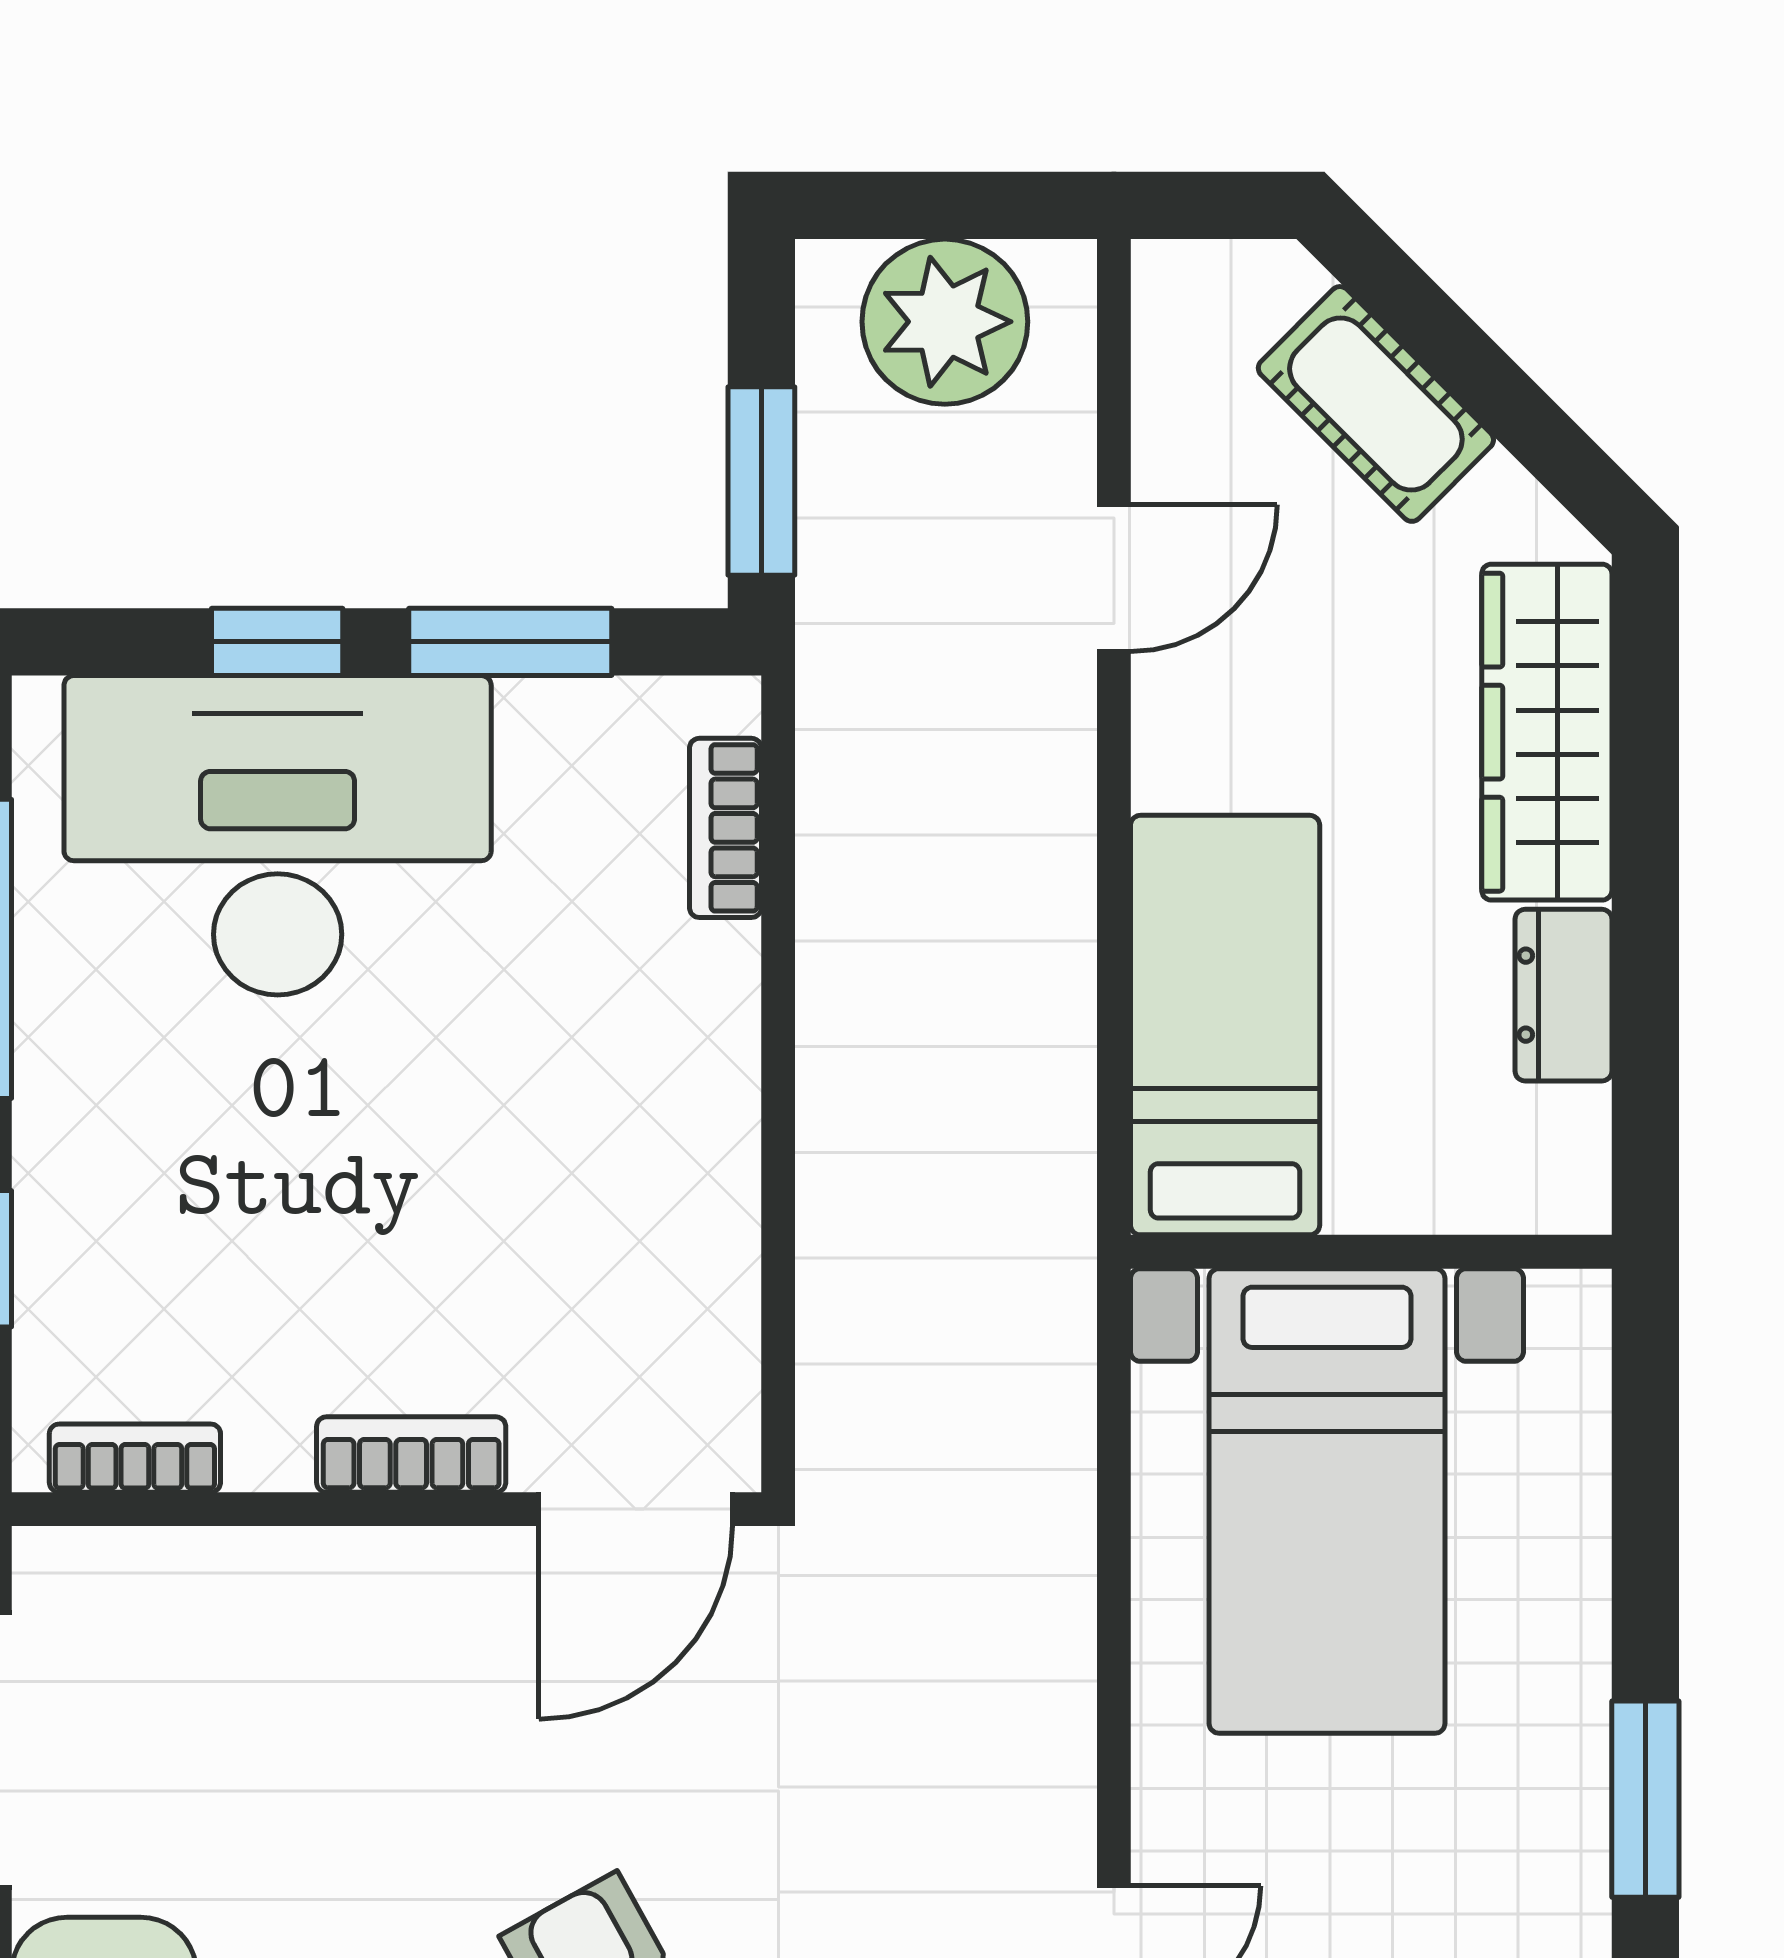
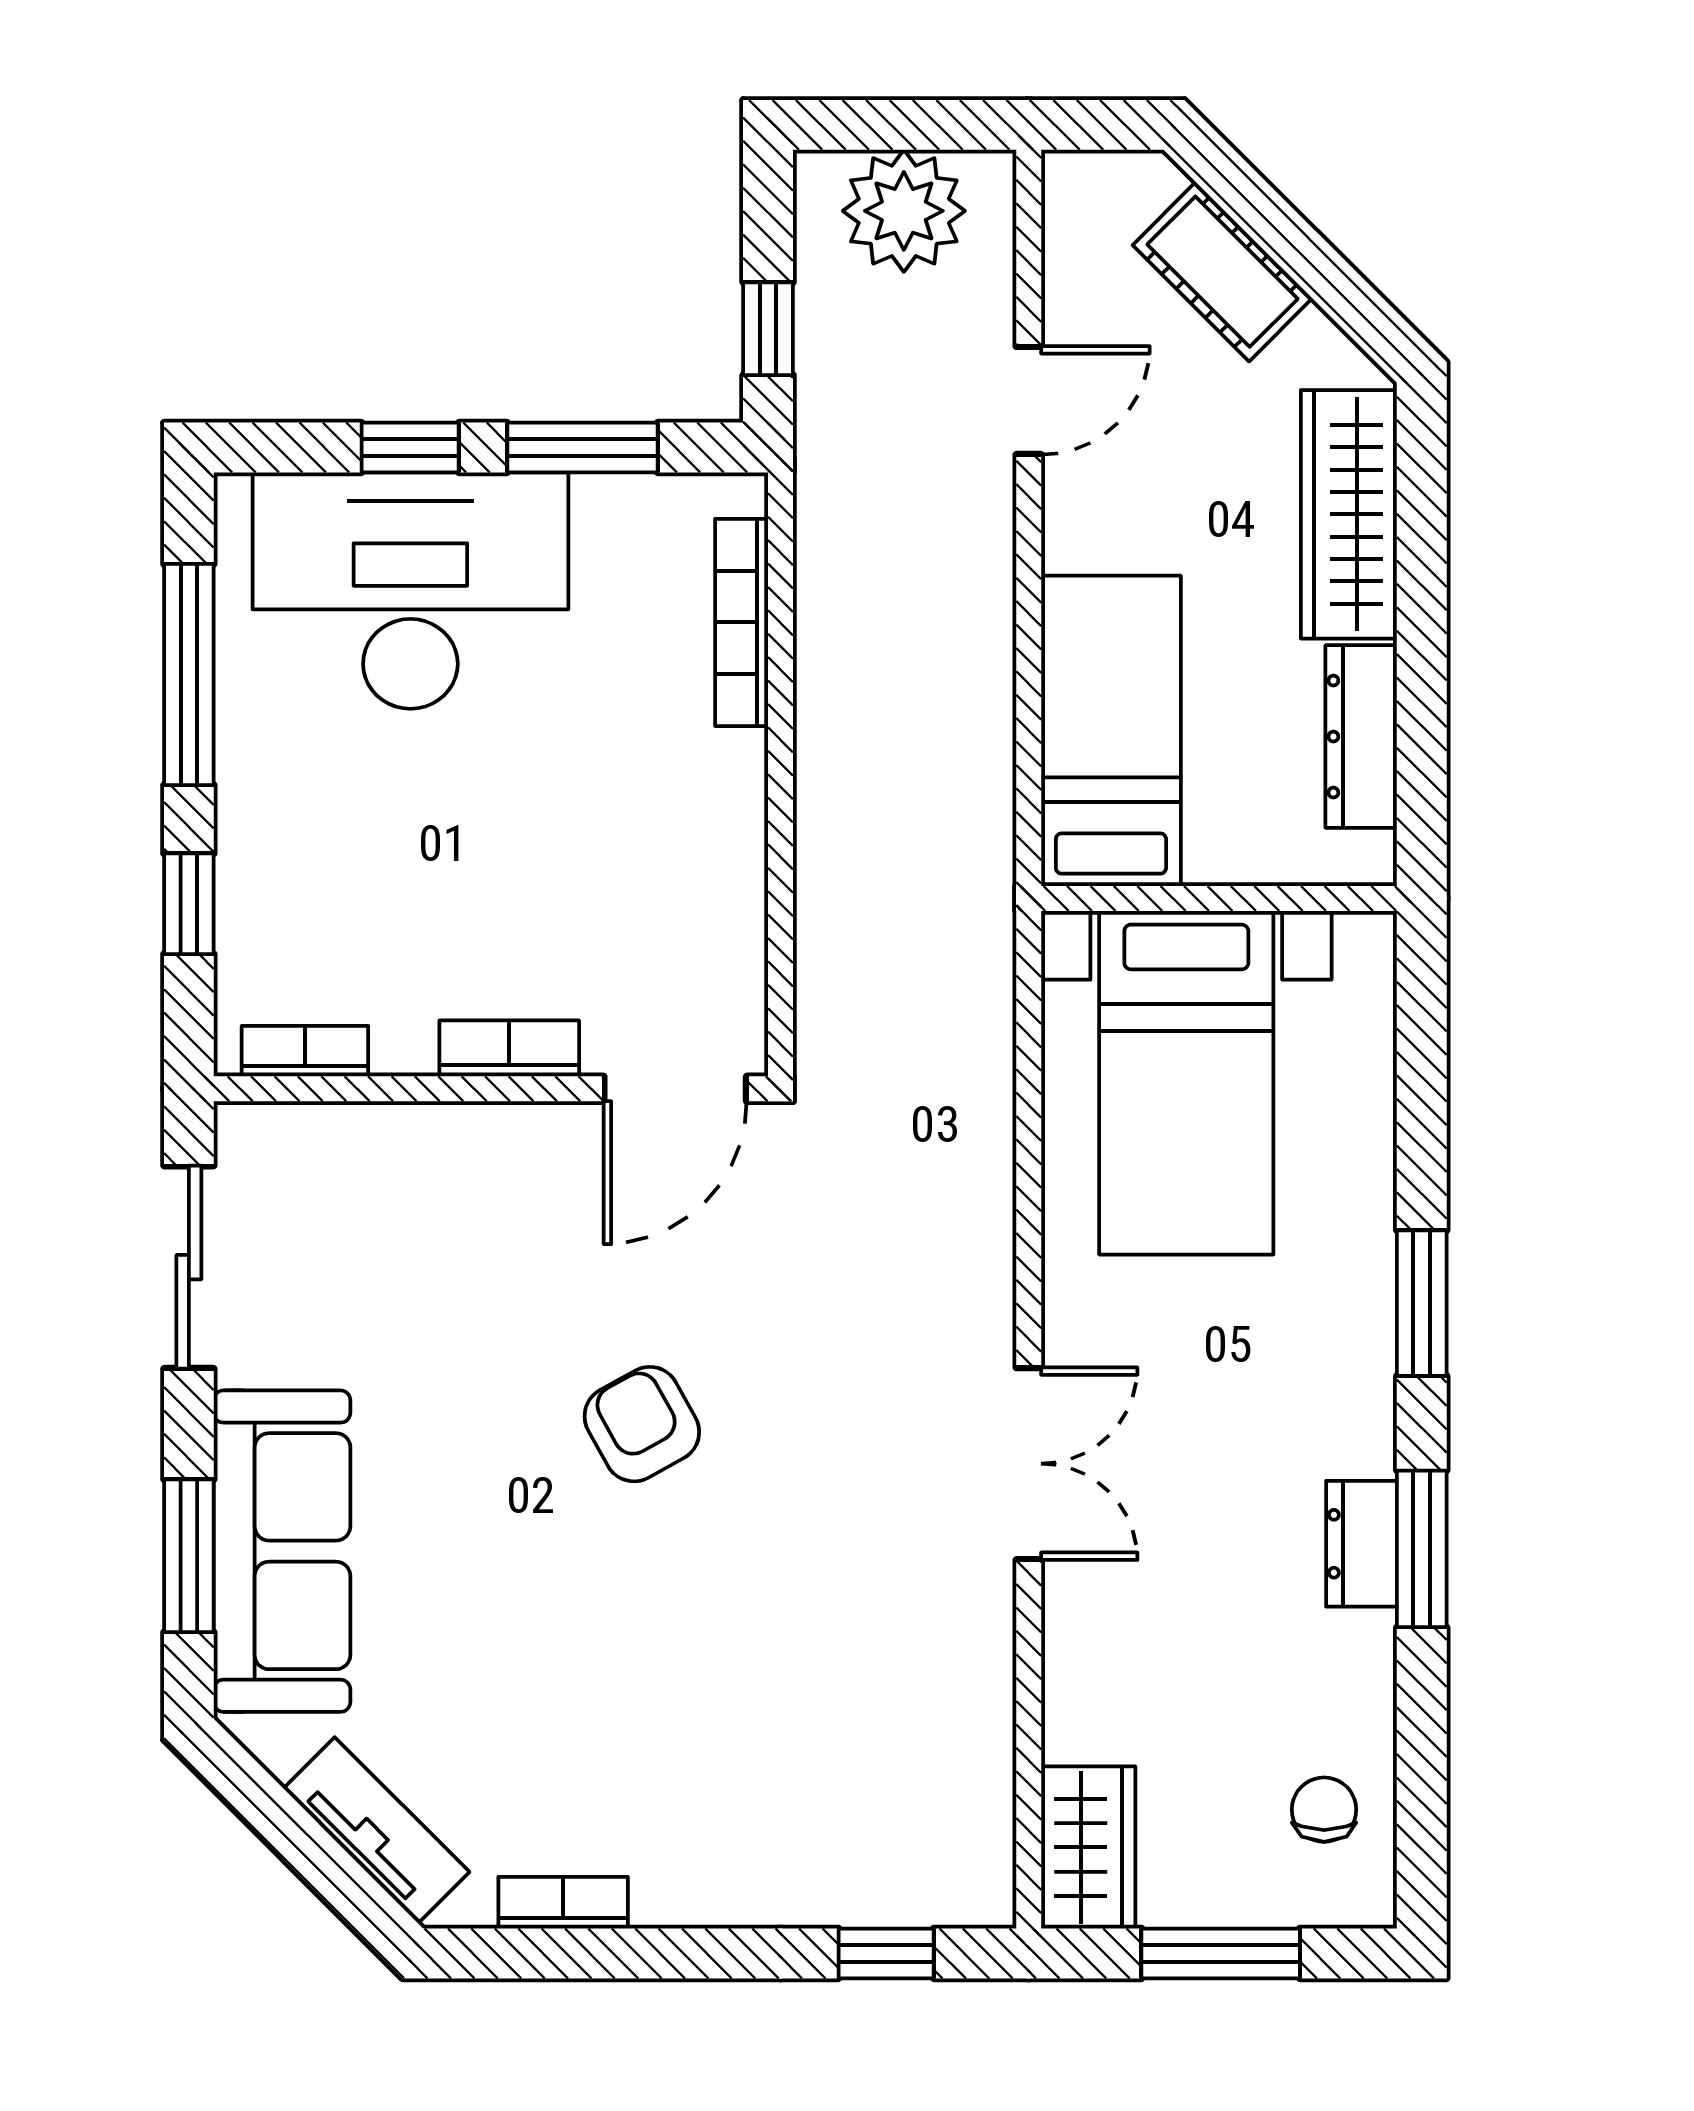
window: (761, 481) -> (768, 329), width x0.67
bookcase: (725, 828) -> (742, 622), width x1.56
dresser: (1563, 995) -> (1361, 737), width x1.44

